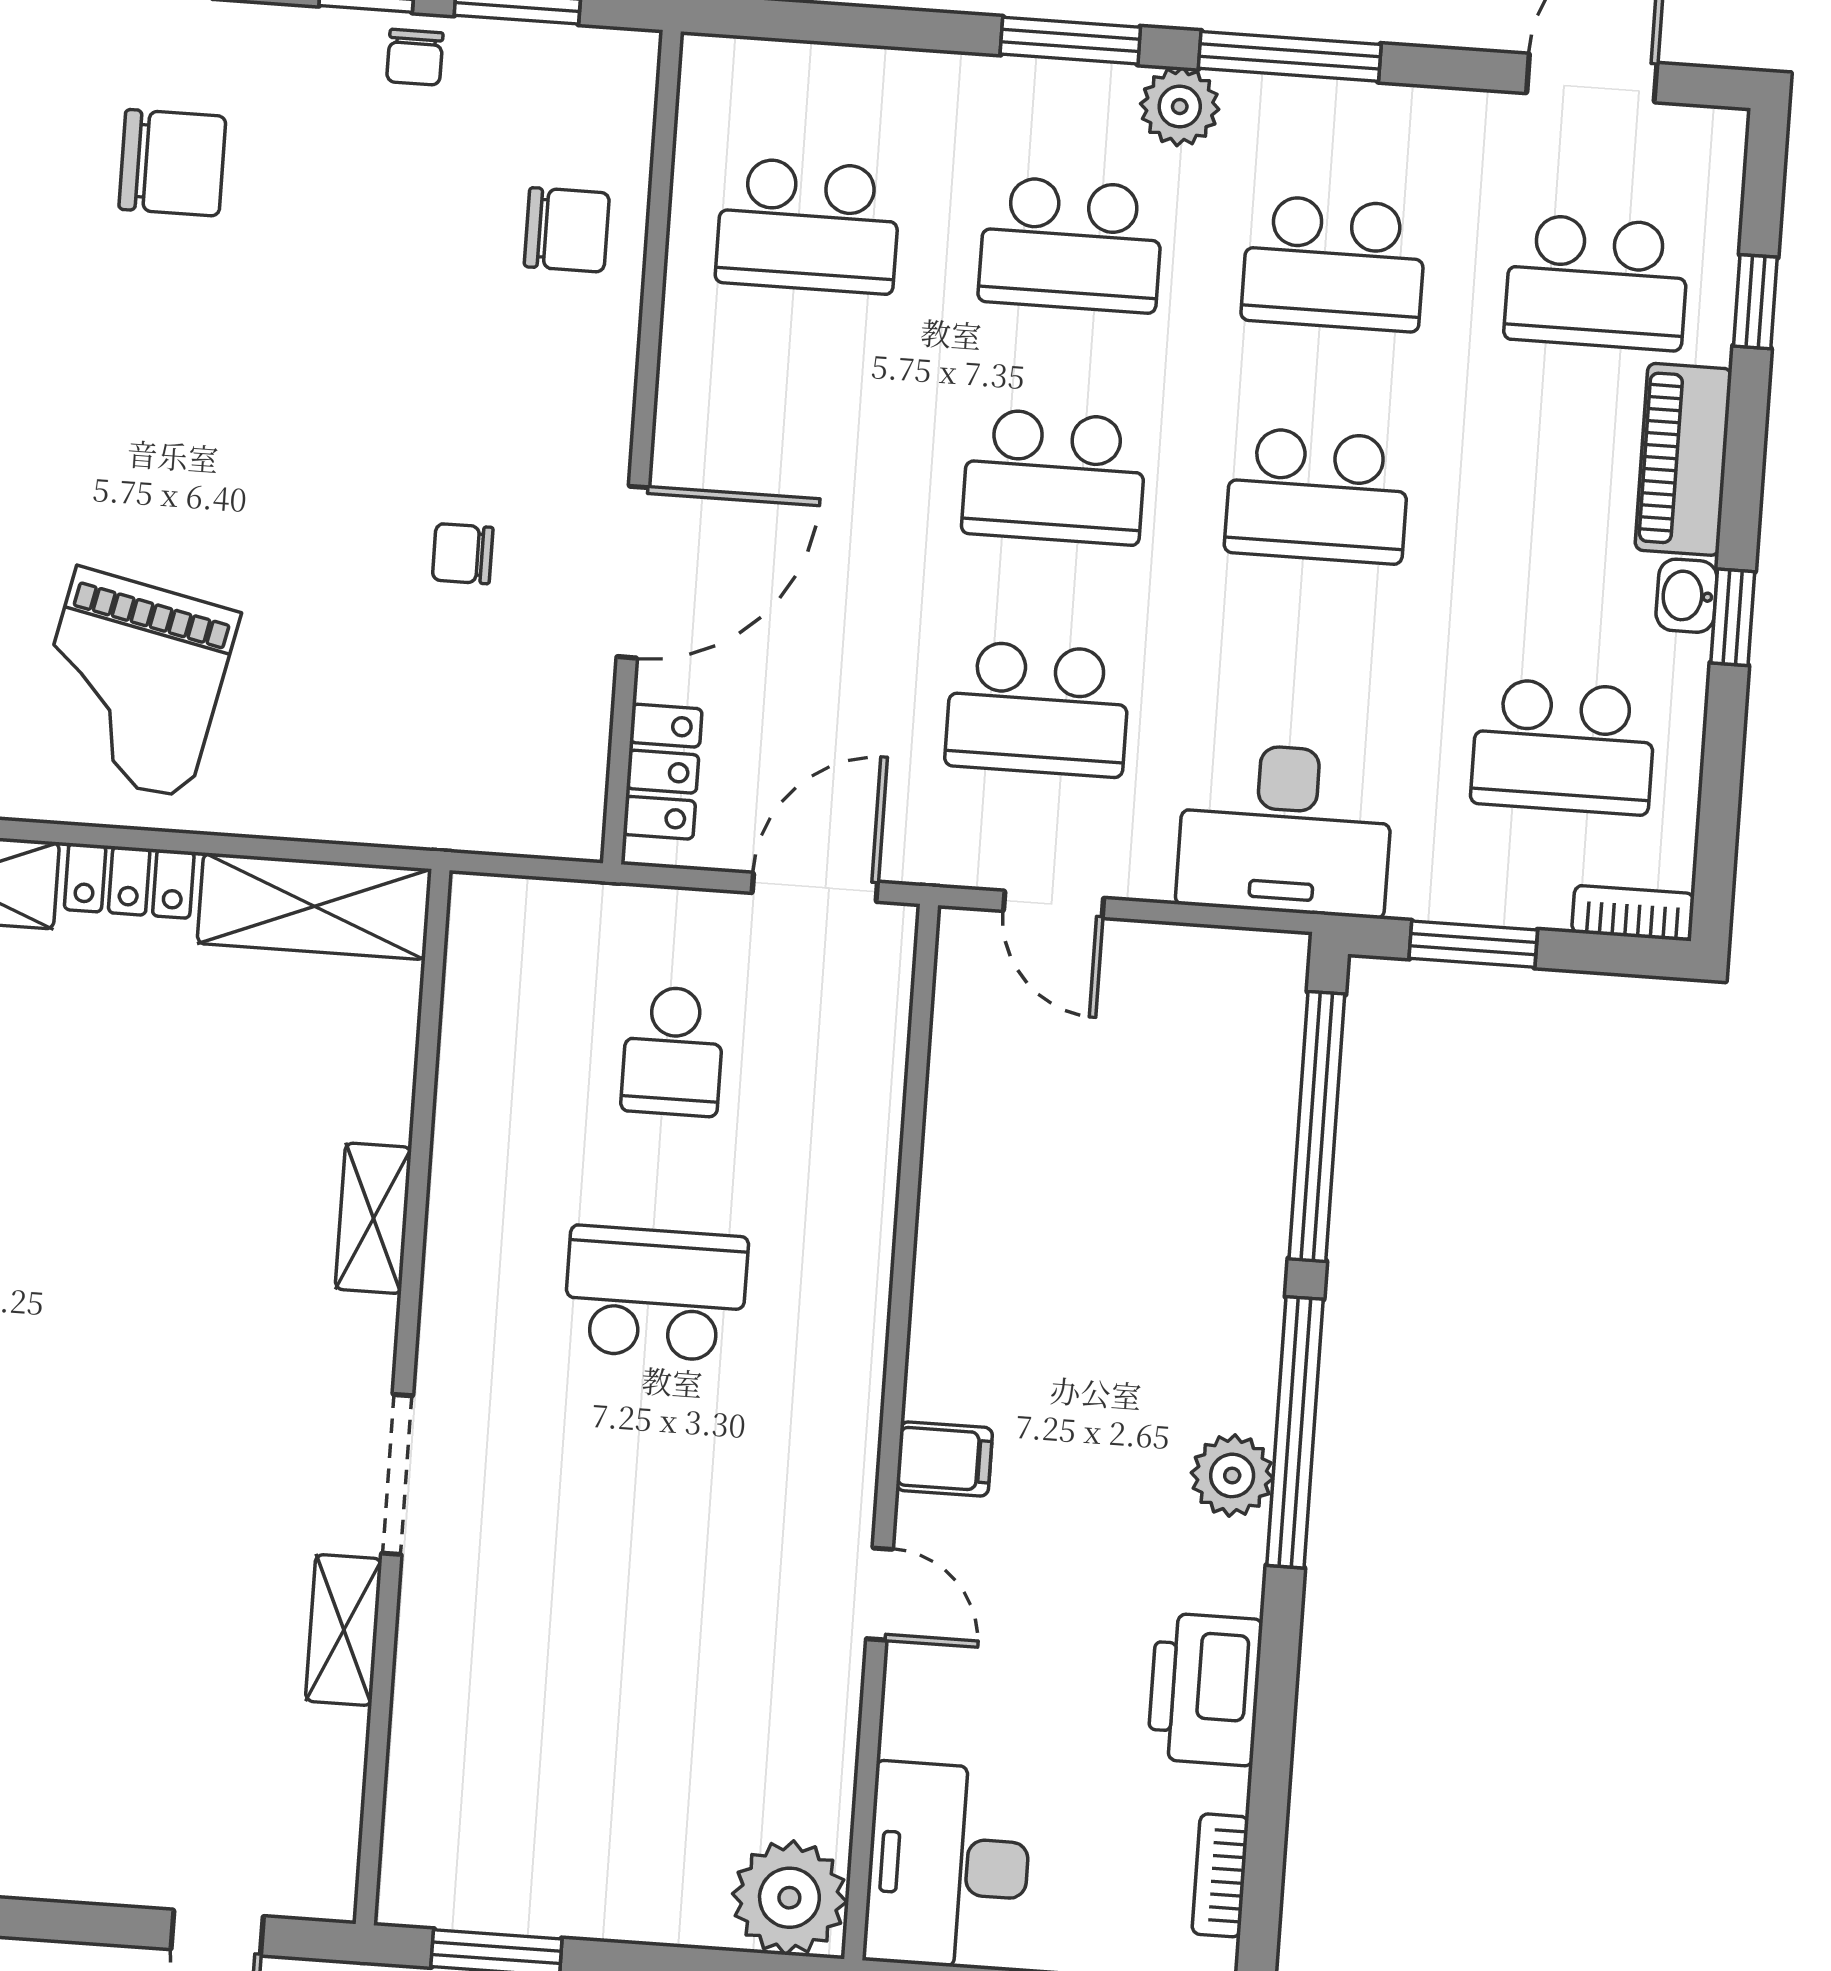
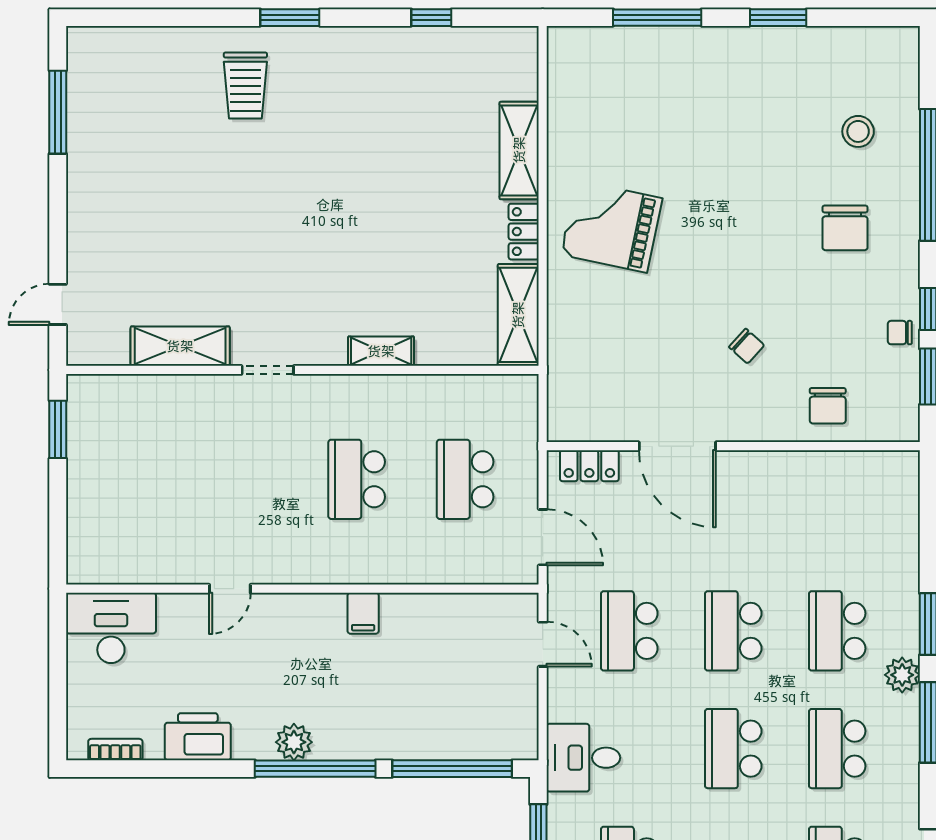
school desk: (808, 226) -> (837, 513), removed
chair: (463, 554) -> (747, 346), moved, turned 132
desk: (1285, 830) -> (583, 758), width x0.73
door: (1053, 904) -> (543, 644), swing flipped
school desk: (673, 1051) -> (465, 479), width x1.85
school desk: (656, 1293) -> (357, 479), turned 180
filing cabinet: (944, 1459) -> (363, 613), moved
doorway: (397, 1474) -> (268, 370), width x0.73
shelving: (344, 1630) -> (180, 346), width x1.50, depth x1.33
plant: (789, 1898) -> (92, 558), removed

